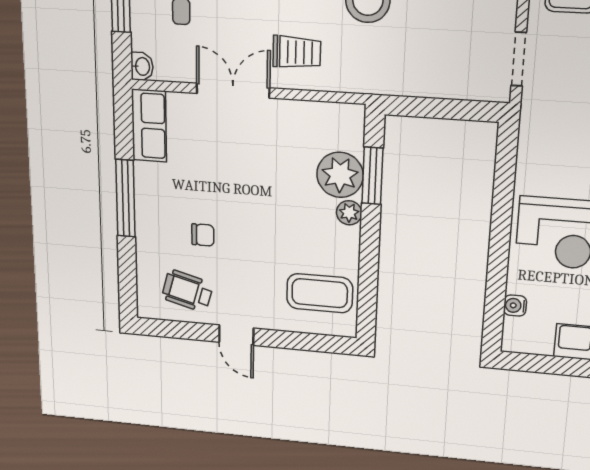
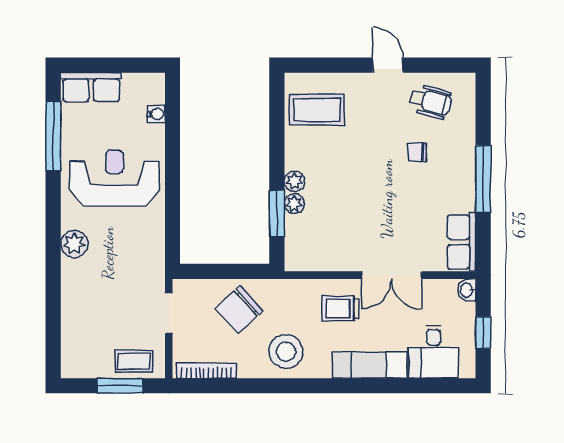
chair: (426, 58) -> (239, 310), added
plant: (340, 175) -> (294, 204), width x0.53, depth x0.53

